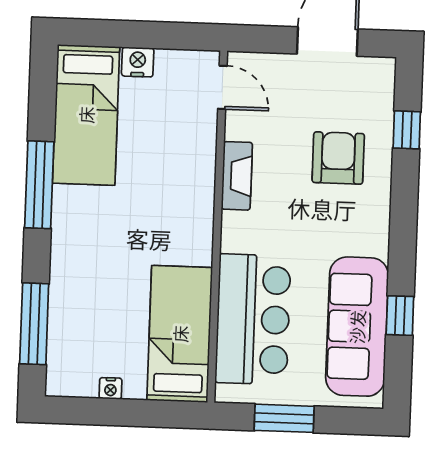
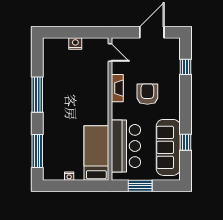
bed: (86, 115) -> (55, 66), removed
armchair: (338, 158) -> (147, 94), moved

